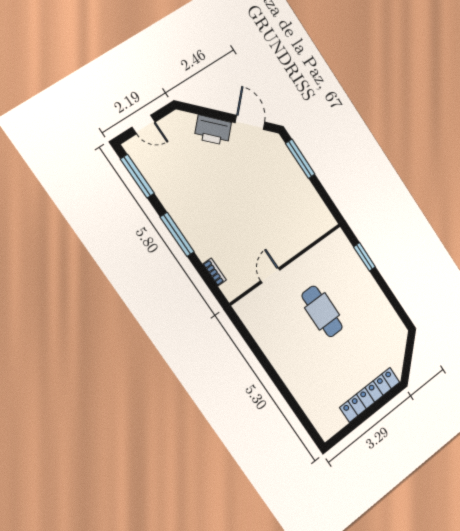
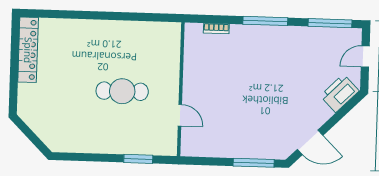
printer: (213, 130) -> (340, 93), moved
door: (270, 275) -> (180, 115), moved
locker: (370, 395) -> (28, 50), moved

